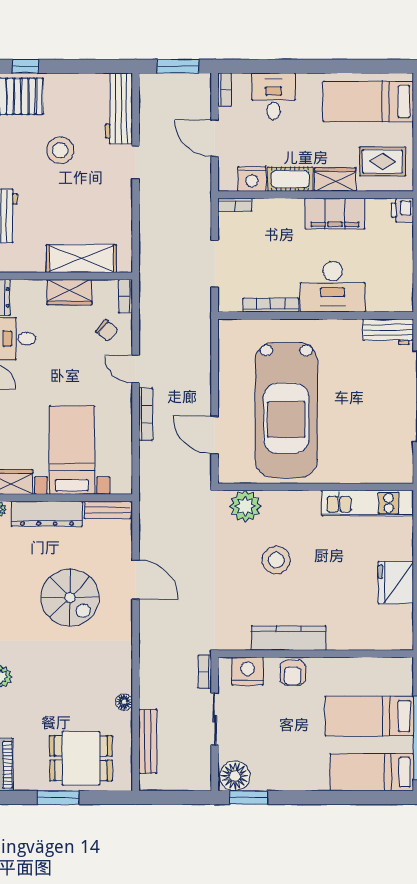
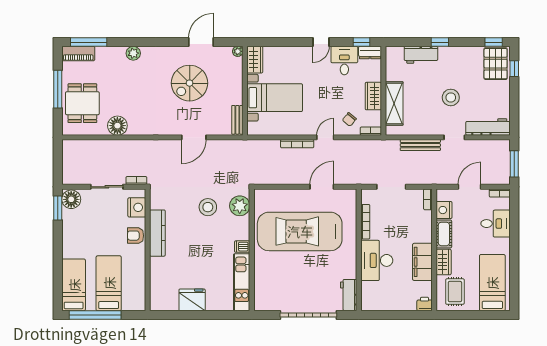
stool: (60, 150) -> (451, 97), moved
door: (215, 435) -> (322, 187), moved
dishwasher: (310, 502) -> (242, 247), added
dresser: (47, 514) -> (235, 82), removed
stool: (276, 560) -> (208, 207), moved
spiral stairs: (70, 598) -> (190, 83), moved
floor lamp: (124, 702) -> (117, 126), width x1.89, depth x1.89
bench: (148, 742) -> (420, 145), moved
window: (58, 798) -> (58, 89), width x1.44

